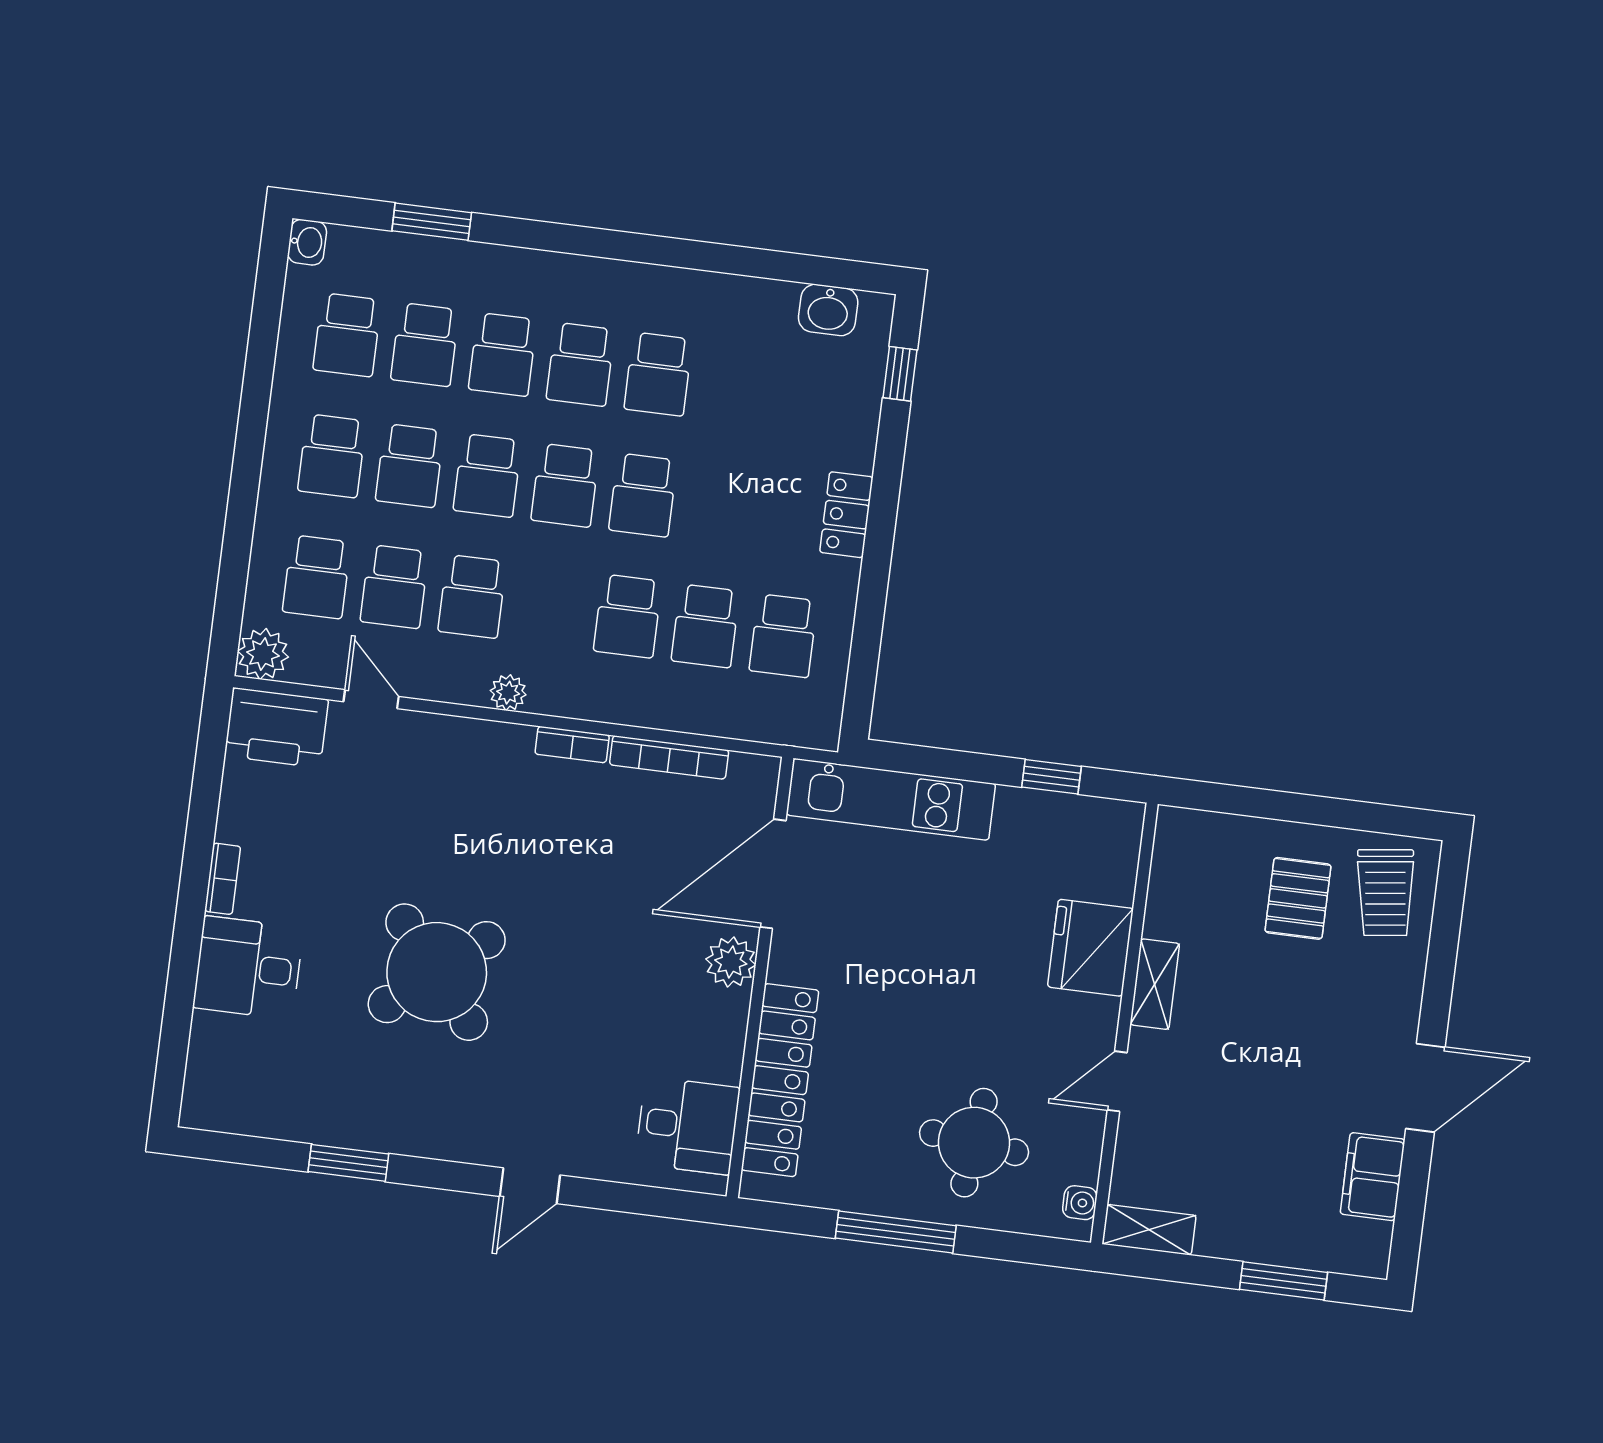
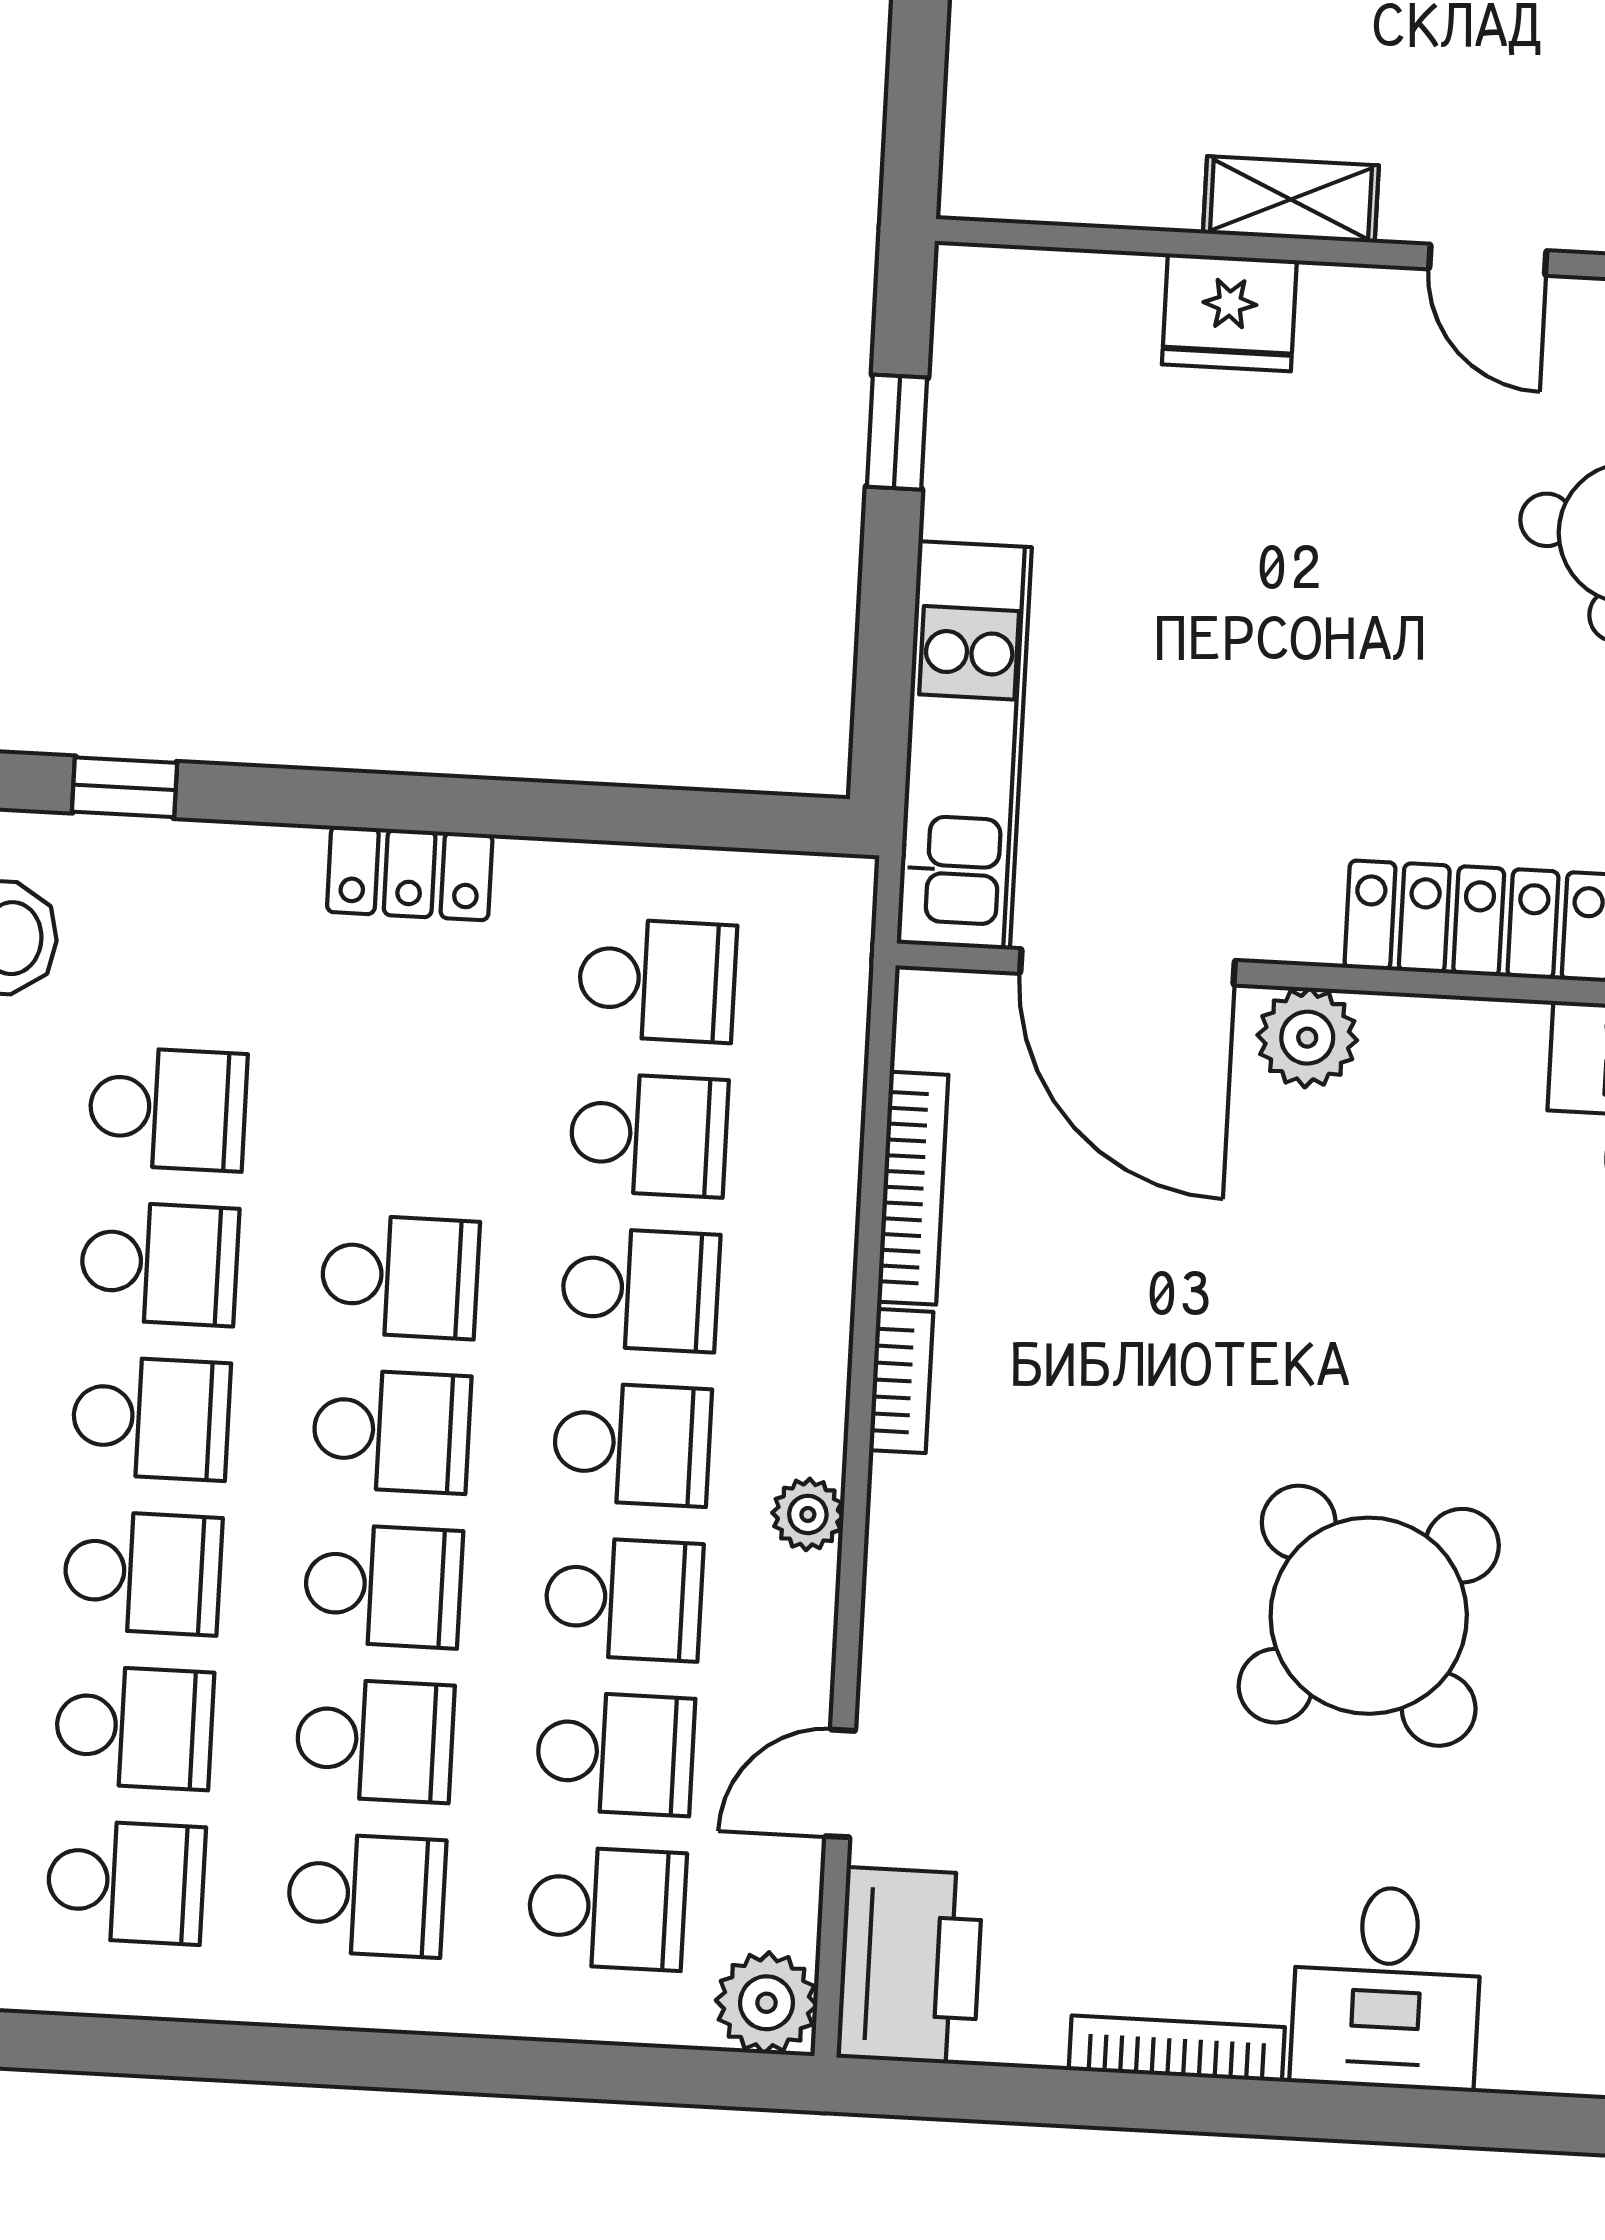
school desk: (736, 384) -> (168, 1109), added
school desk: (550, 606) -> (632, 1444), added
bookcase: (223, 879) -> (1177, 2049), width x1.56
fridge: (1090, 948) -> (1229, 312), width x0.73, depth x0.75

